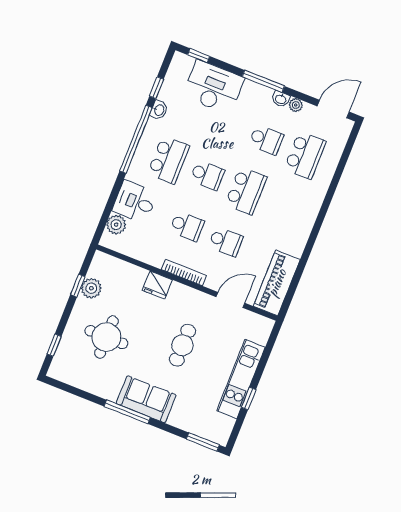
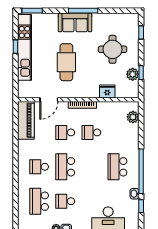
school desk: (207, 175) -> (39, 167), moved
desk: (135, 202) -> (127, 135), removed
fridge: (157, 285) -> (107, 91), moved
cafe table: (182, 345) -> (66, 62), width x1.37, depth x1.35
kitchen unit: (241, 379) -> (24, 47), width x1.36

